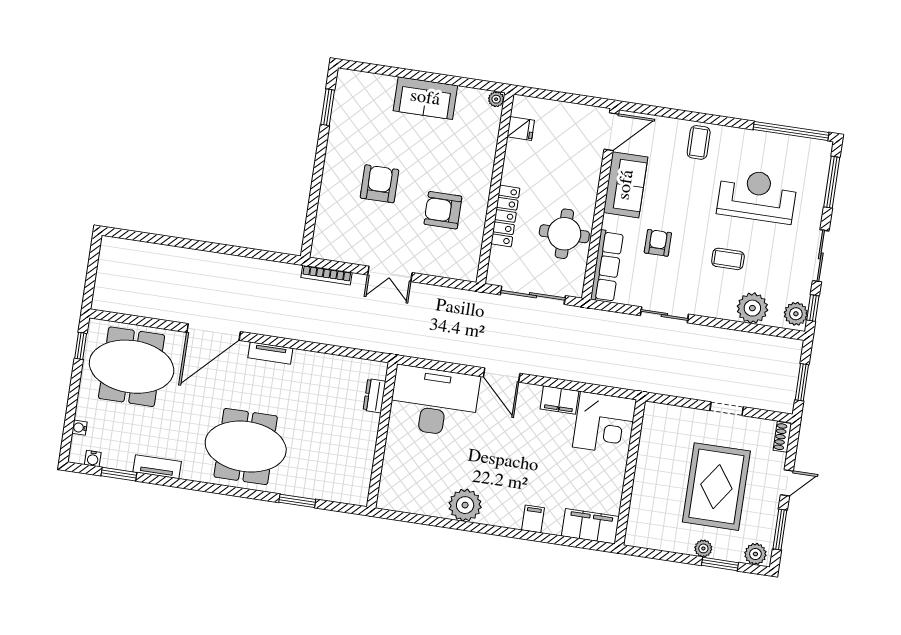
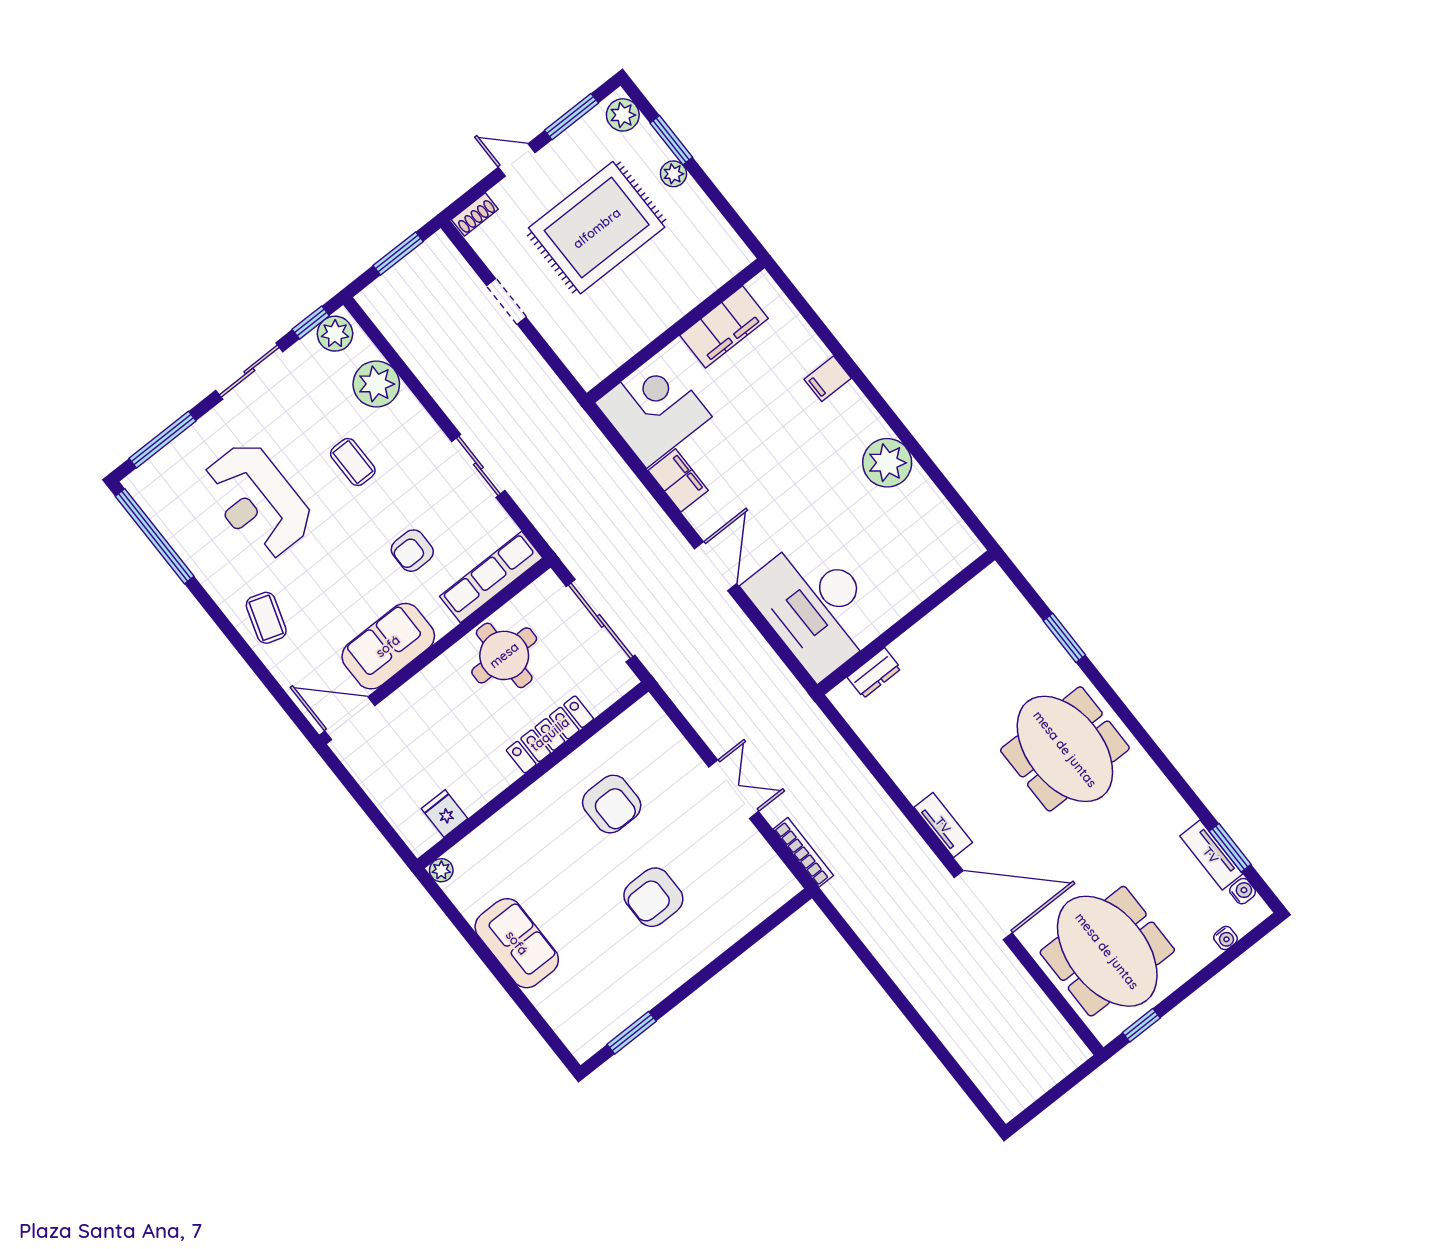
coffee table: (699, 142) -> (266, 618), turned -72
tv unit: (157, 467) -> (1211, 855), moved
filing cabinet: (590, 526) -> (724, 327), moved, turned -90

